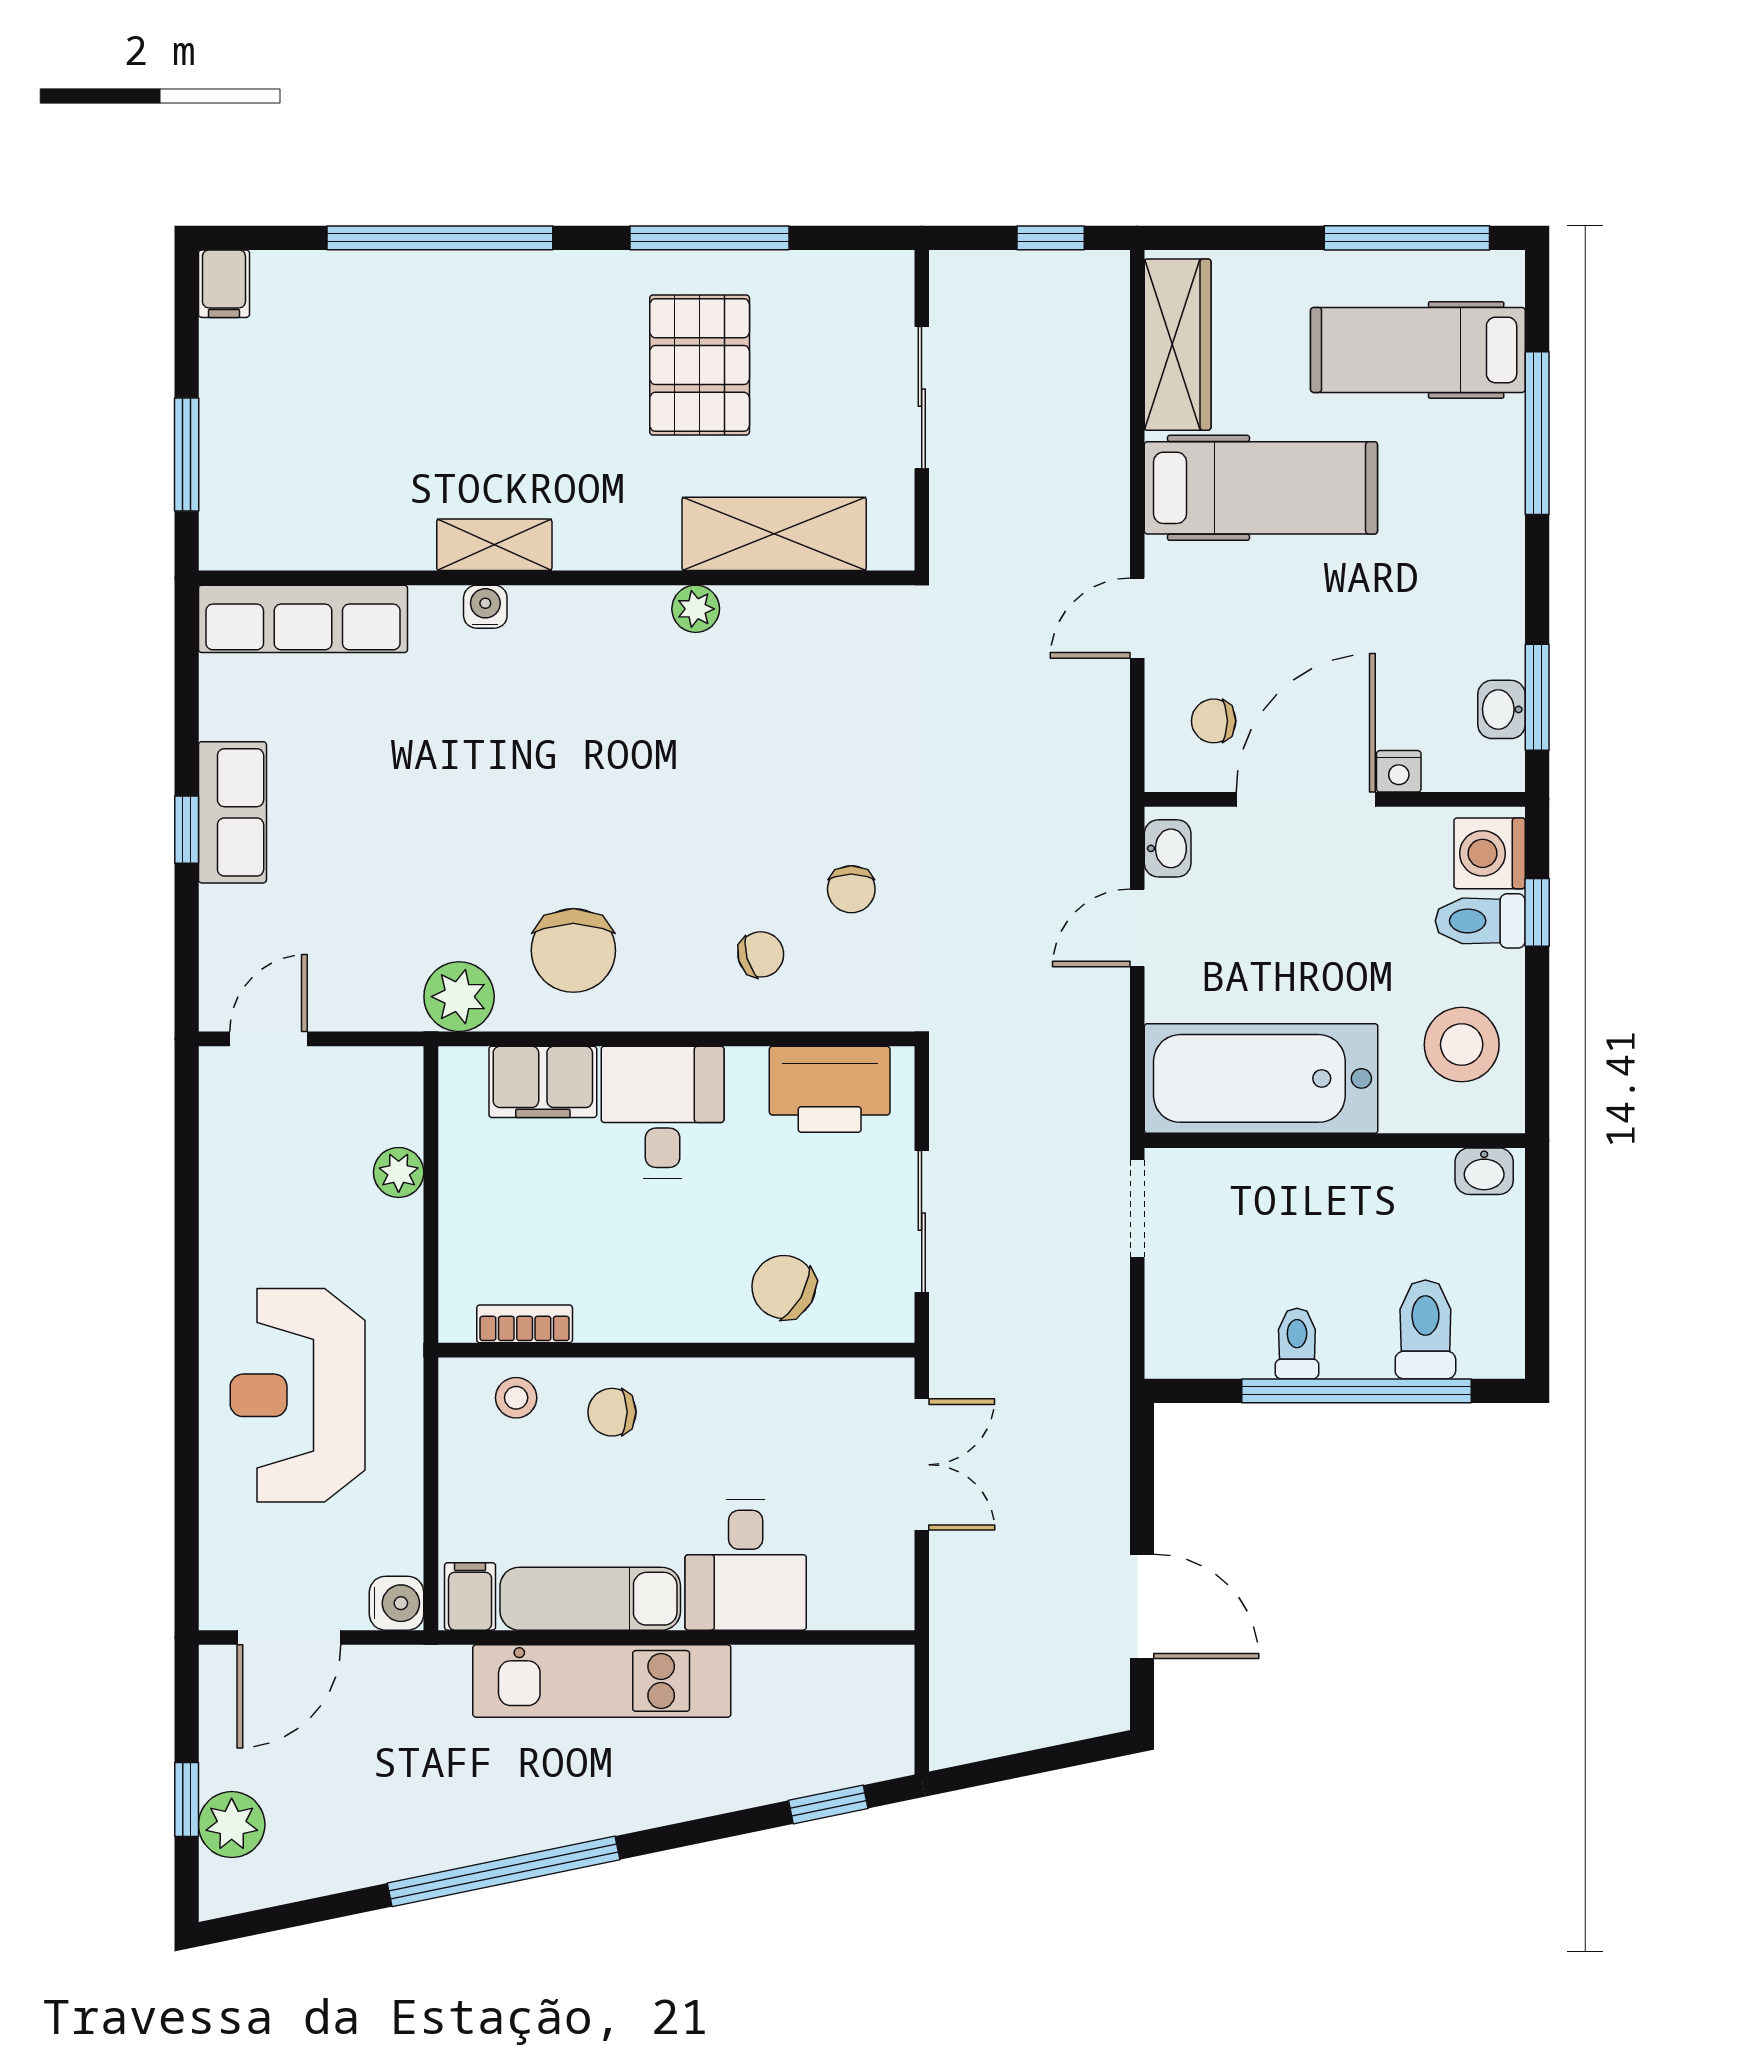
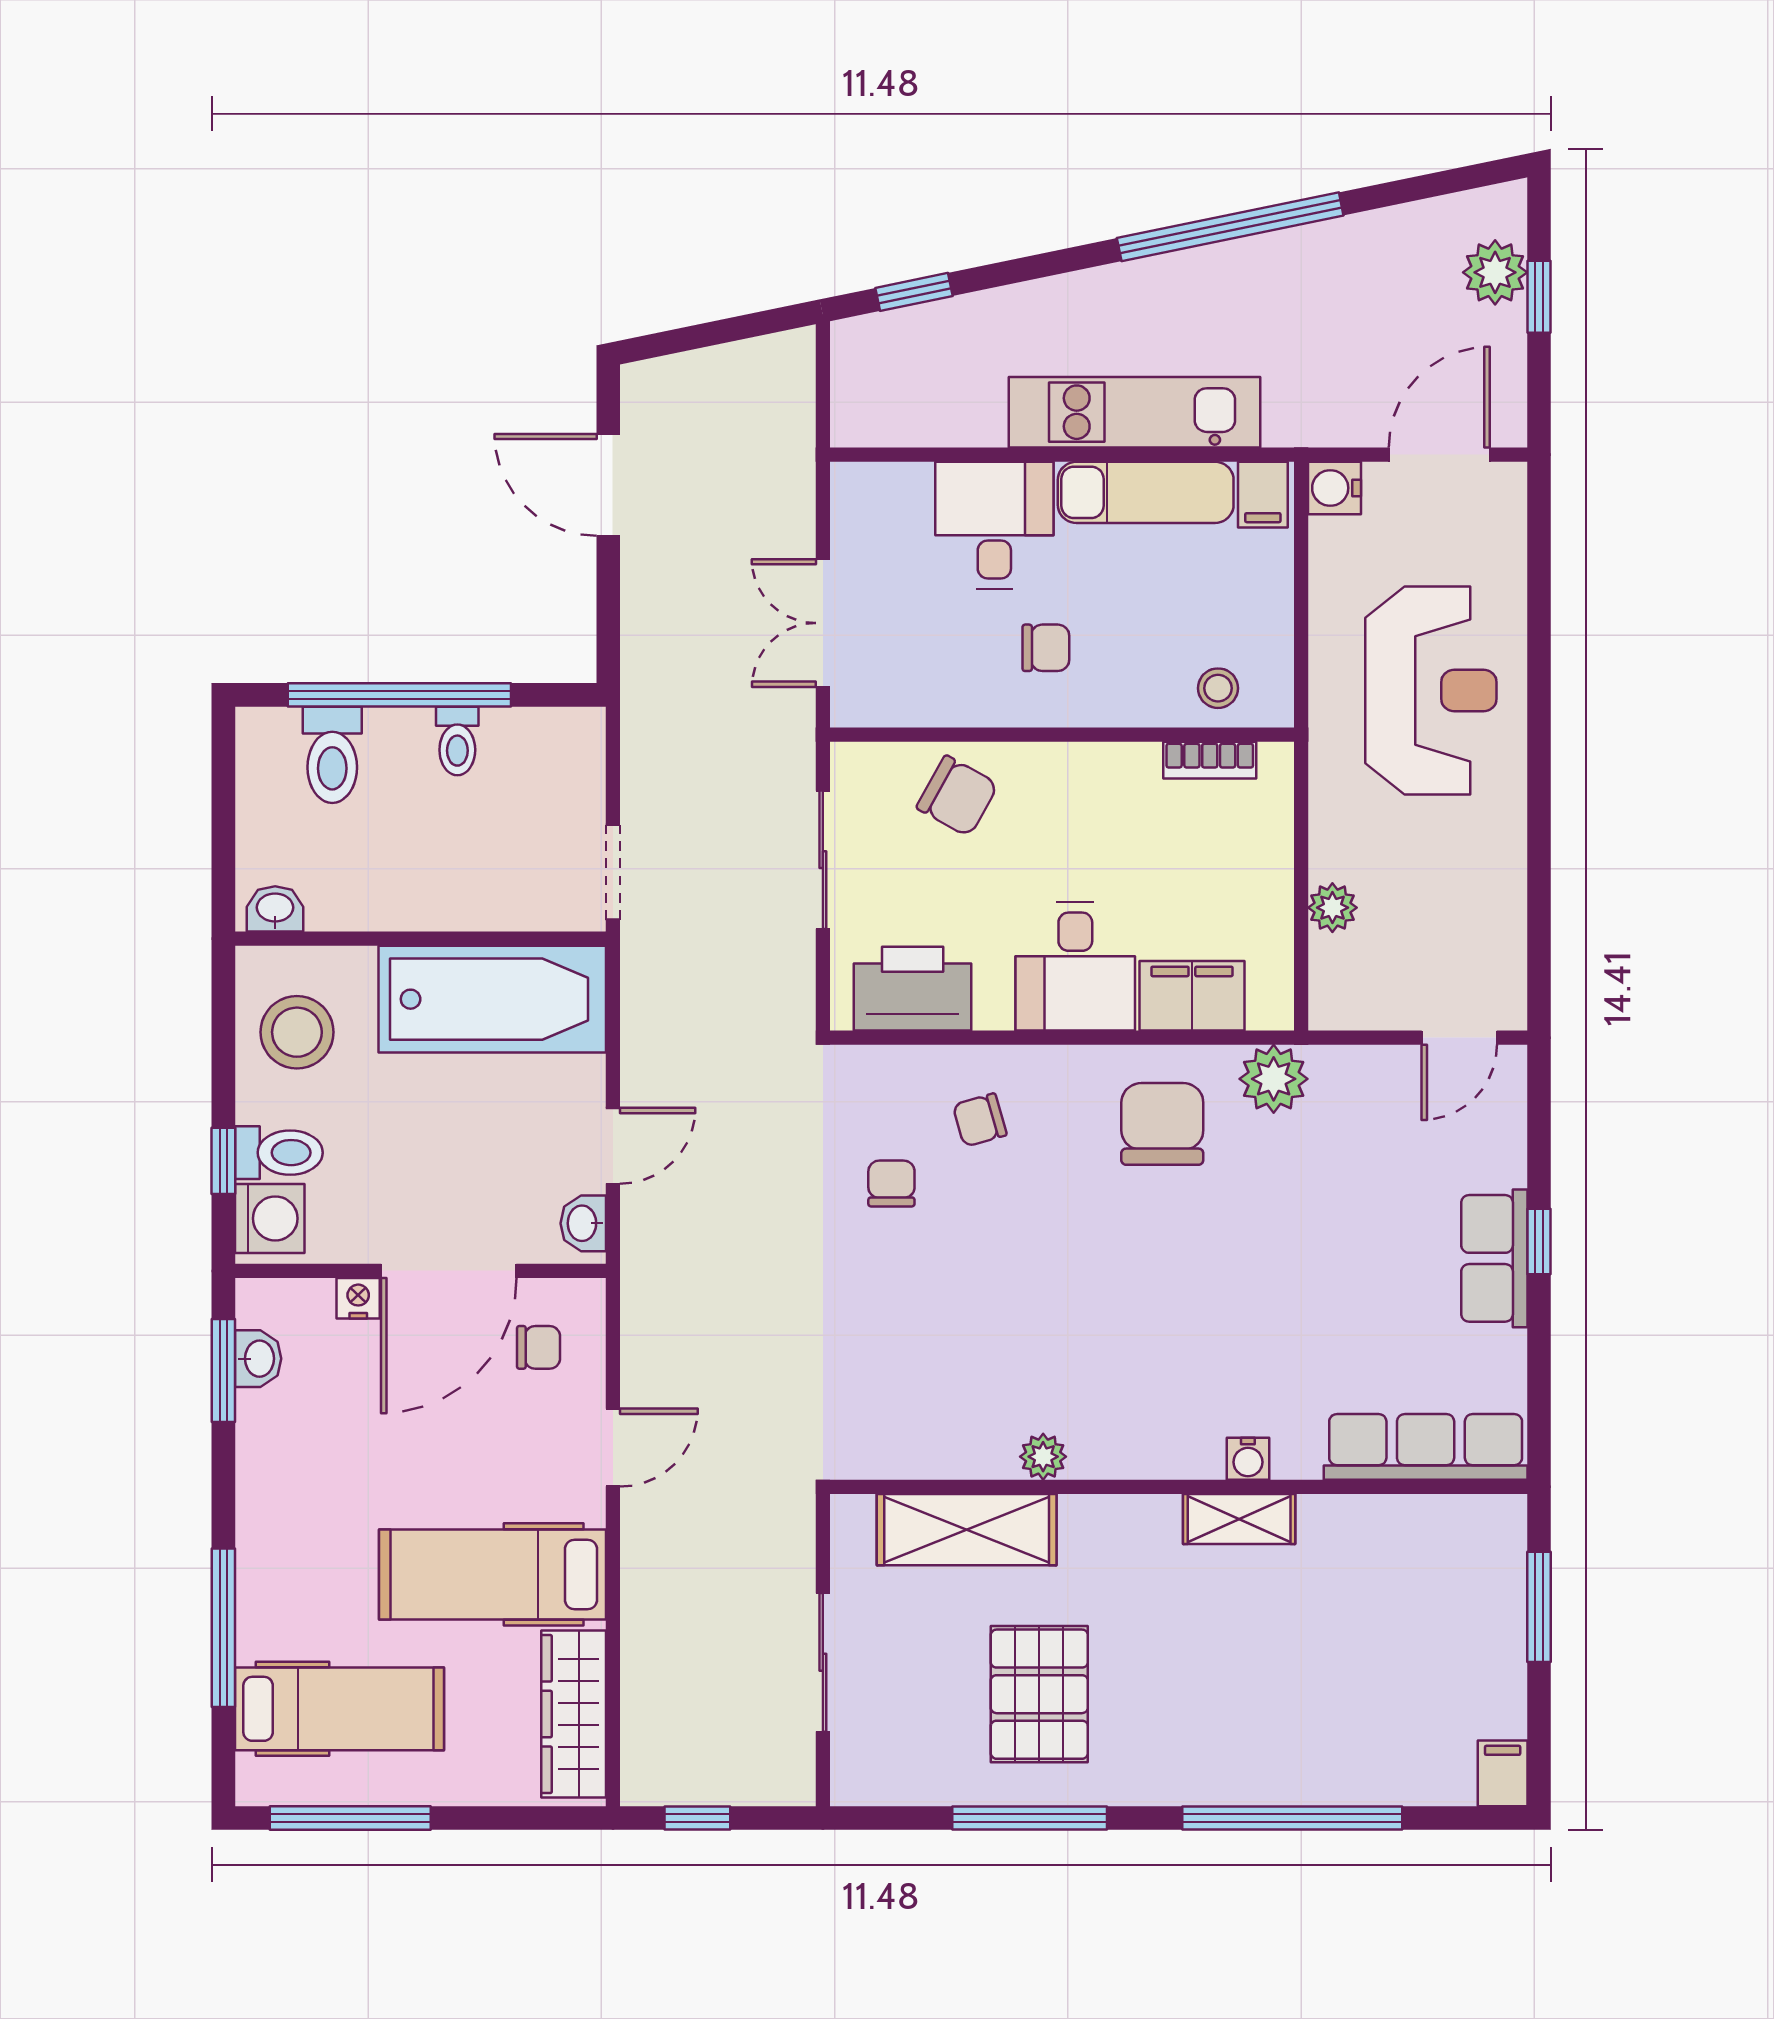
chair: (612, 1412) -> (1046, 648), moved

